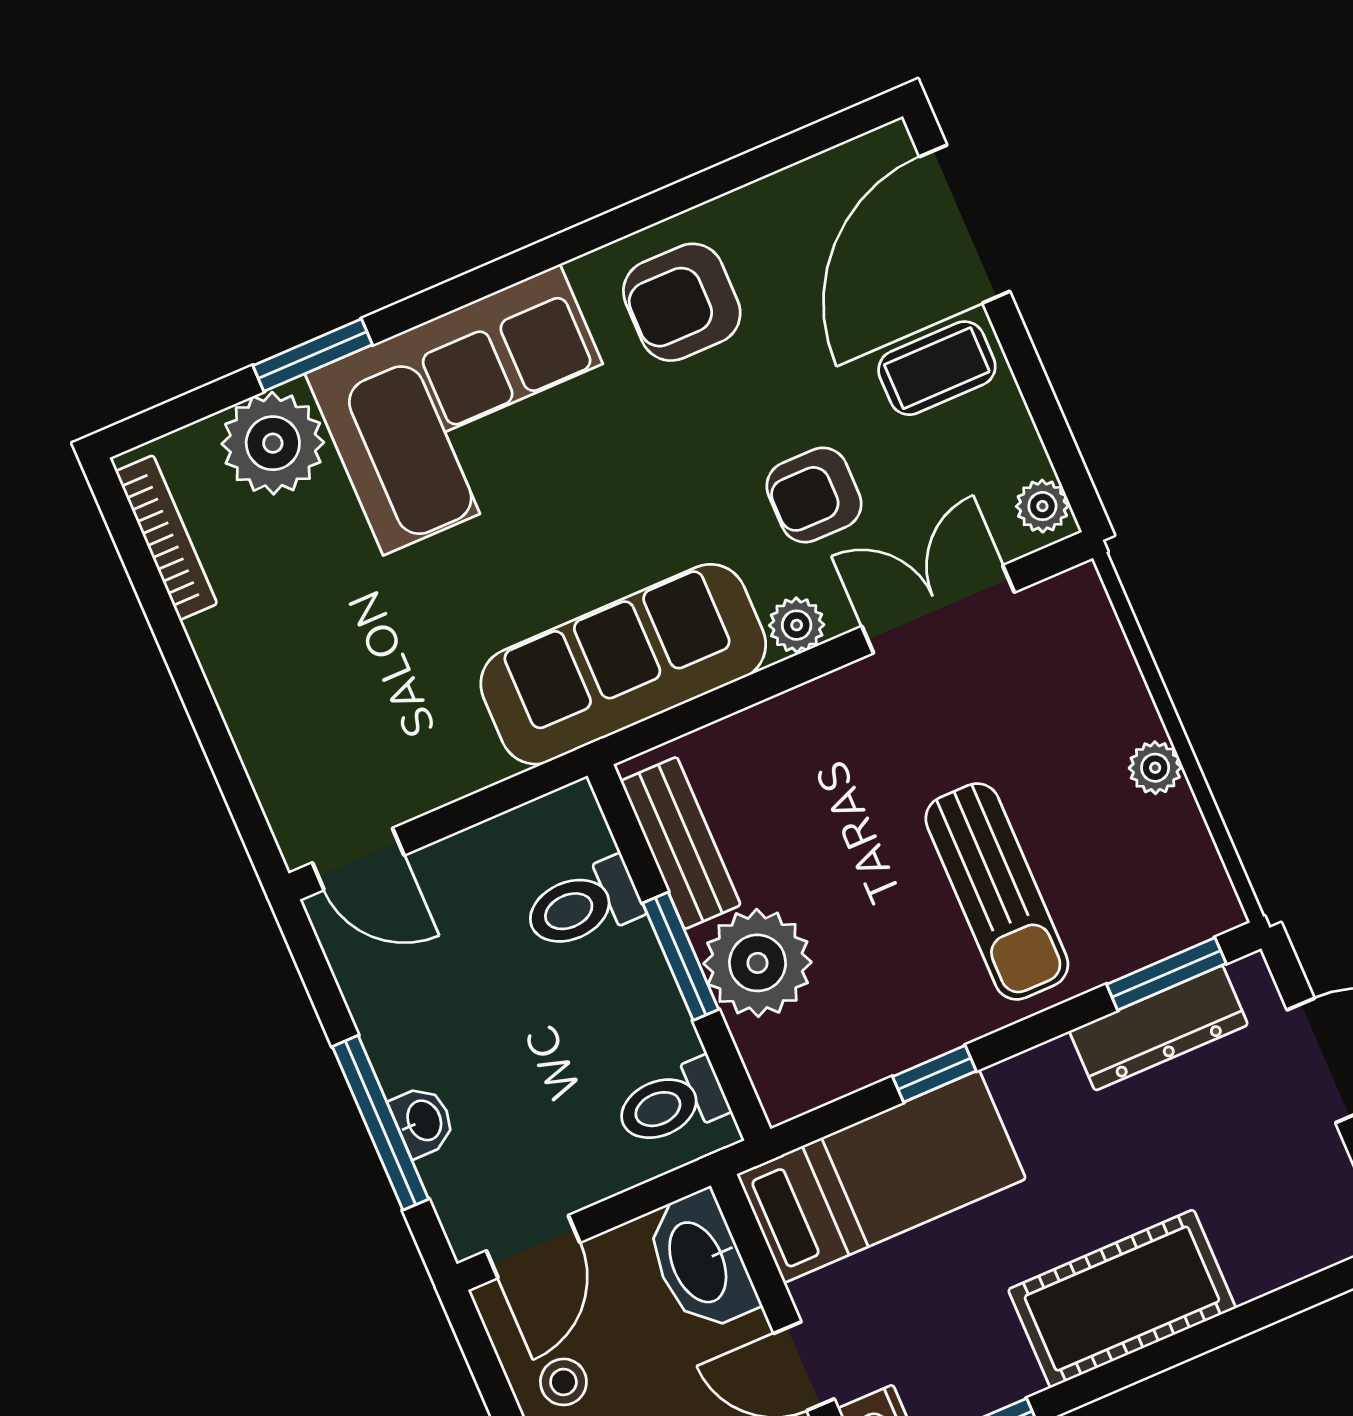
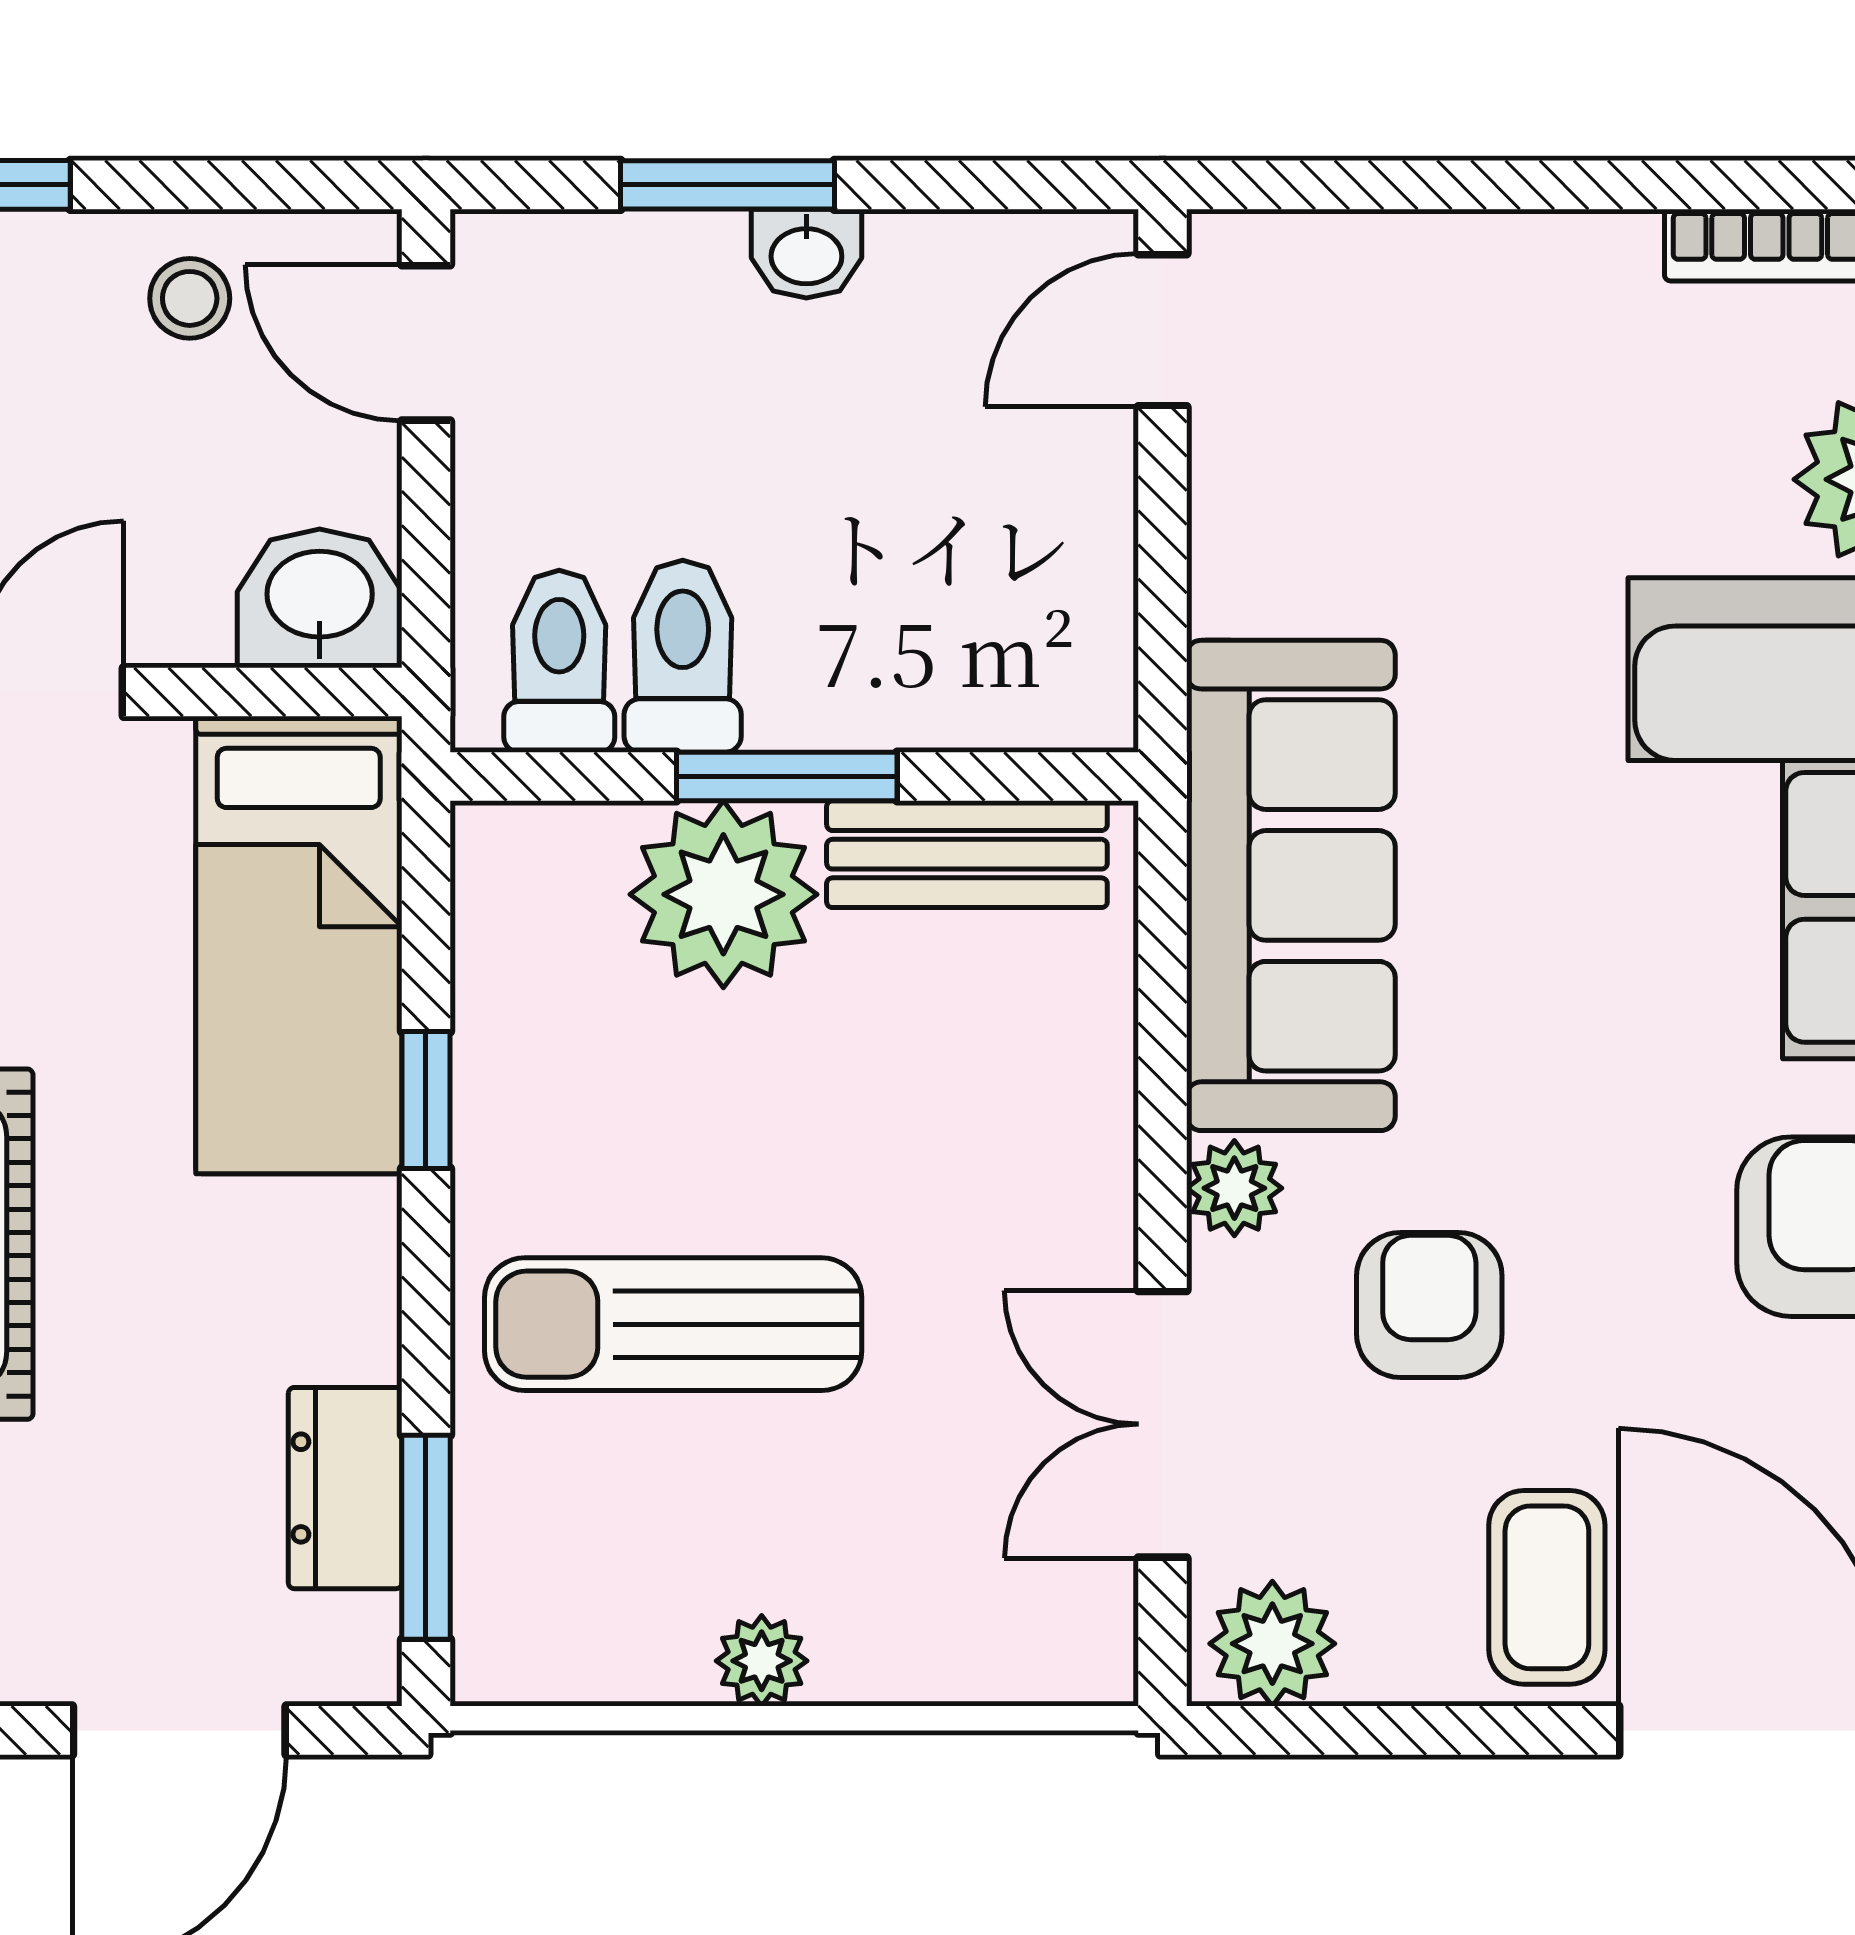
plant: (1042, 506) -> (1272, 1644), width x1.38, depth x1.38
double door: (938, 609) -> (1162, 1424), swing flipped
toilet: (583, 905) -> (683, 656), moved
dresser: (1159, 1028) -> (345, 1488), width x0.70
washbasin: (423, 1121) -> (806, 254), moved
window: (380, 1123) -> (727, 185), width x0.69
washbasin: (700, 1261) -> (320, 598), width x0.72

